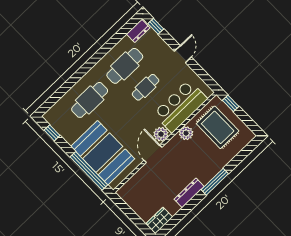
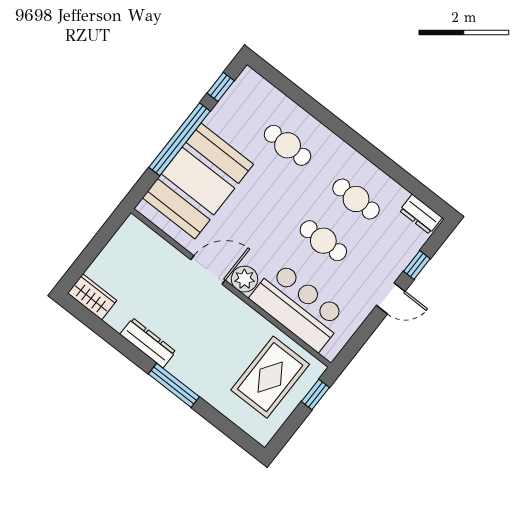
window: (156, 26) -> (417, 265), moved
cafe table: (125, 66) -> (356, 199), width x0.73, depth x0.74
cafe table: (90, 100) -> (288, 145), width x0.73, depth x0.74
plant: (186, 133) -> (252, 323), removed
window: (89, 171) -> (180, 139), moved

